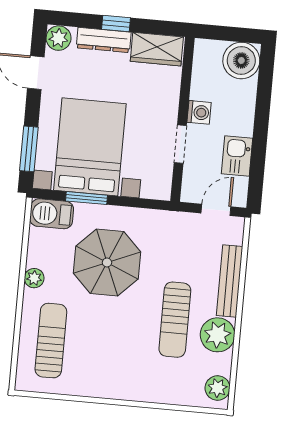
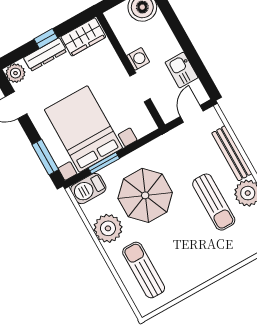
plant: (34, 278) -> (108, 228), width x1.88, depth x1.88

